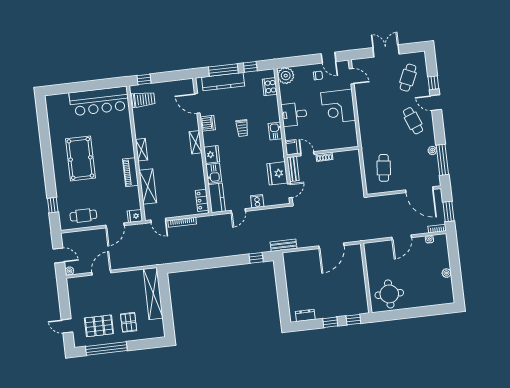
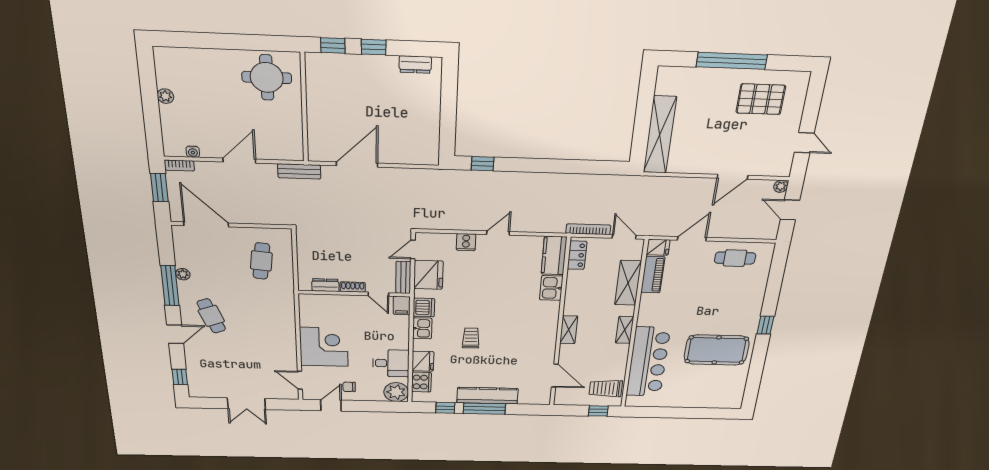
door: (329, 58) -> (331, 405), hinge flipped
cafe table: (408, 78) -> (216, 369), removed
window: (433, 83) -> (180, 377), moved
bar counter: (99, 101) -> (648, 362), moved, turned 90
door: (197, 103) -> (555, 376), moved
door: (436, 103) -> (175, 334), hinge flipped
desk: (294, 114) -> (391, 363), moved
dishwasher: (208, 123) -> (424, 307), moved, turned 180
shelving: (196, 142) -> (569, 330), moved
wall: (202, 146) -> (560, 325), moved
fridge: (212, 155) -> (423, 361), moved, turned 180
dresser: (342, 156) -> (325, 285), added
pool table: (80, 158) -> (717, 350), moved, turned 90
window: (442, 160) -> (170, 286), moved
piano: (131, 172) -> (653, 275), moved
kitchen sink: (214, 173) -> (551, 288), moved
kitchen counter: (217, 198) -> (554, 255), moved
locker: (202, 200) -> (577, 255), moved
window: (53, 205) -> (765, 325), moved
bench: (283, 245) -> (299, 171), moved
pallet: (129, 322) -> (711, 97), removed
door: (67, 326) -> (804, 143), moved
window: (106, 349) -> (732, 61), moved

